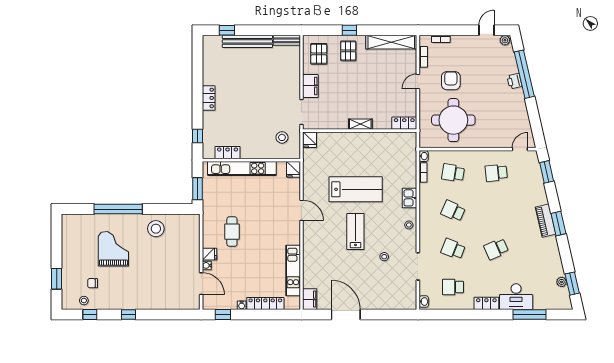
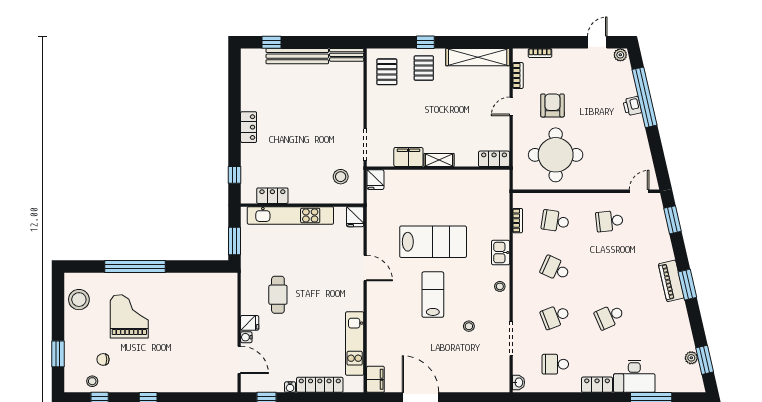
filing cabinet: (310, 86) -> (408, 157), moved, turned -90
washbasin: (424, 156) -> (518, 200), removed
stool: (156, 229) -> (79, 300), moved
school desk: (453, 249) -> (555, 316), turned -42

